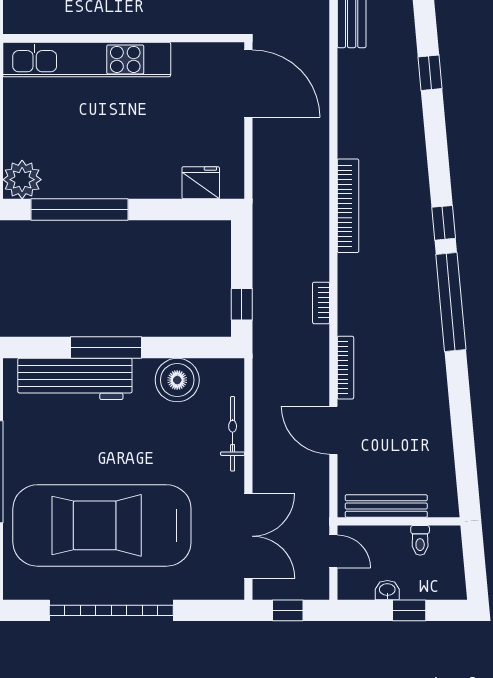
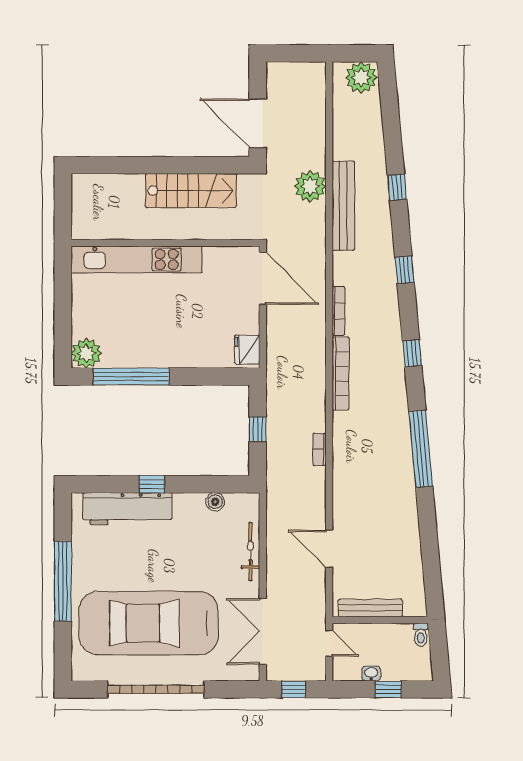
fridge: (201, 183) -> (247, 349), moved, turned -90
window: (444, 223) -> (412, 353), moved
window: (242, 304) -> (258, 429), moved
window: (106, 347) -> (152, 484), width x0.46
bookcase: (345, 368) -> (339, 311), moved
boiler: (177, 380) -> (215, 502), width x0.54, depth x0.54
double door: (248, 536) -> (263, 631), swing flipped
toilet: (420, 540) -> (421, 635), moved

